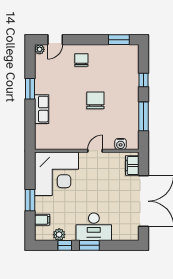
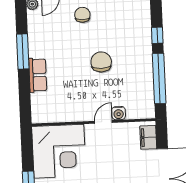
window: (30, 89) -> (23, 51), width x1.44
window: (144, 116) -> (159, 78), width x1.46
water cooler: (121, 144) -> (119, 113), moved

